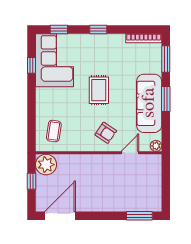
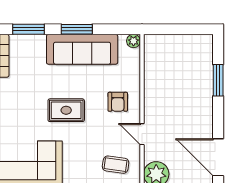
armchair: (106, 133) -> (118, 102), turned 146
door: (130, 153) -> (142, 134), moved
window: (139, 216) -> (218, 80), moved

